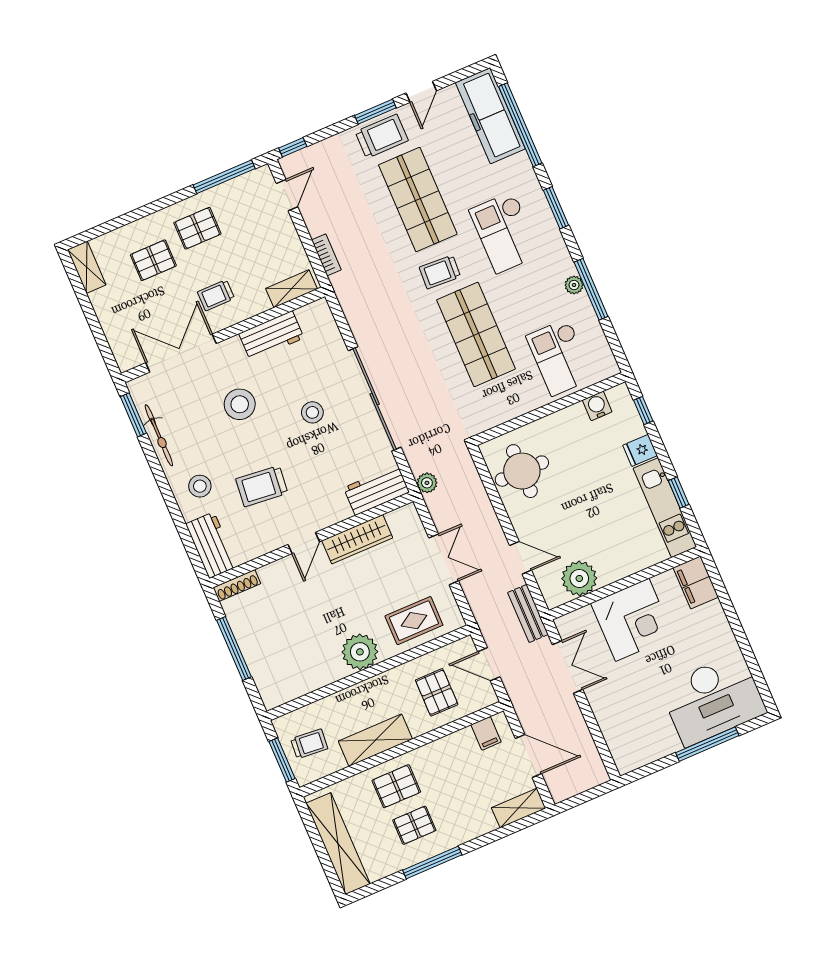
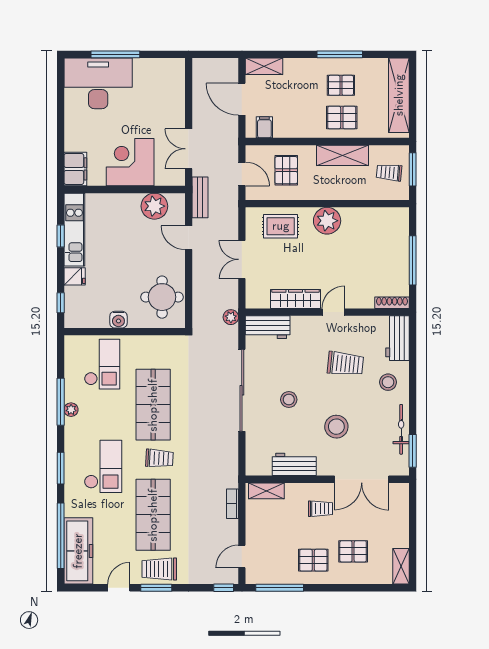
water cooler: (597, 406) -> (118, 320), moved

